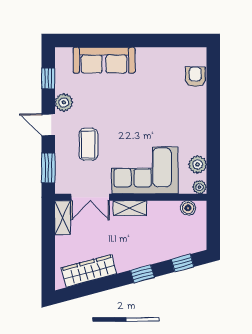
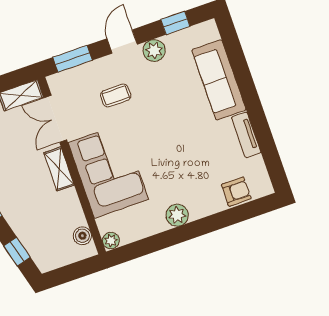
tv unit: (154, 54) -> (246, 135), added
coffee table: (88, 144) -> (116, 95), width x0.73, depth x0.77
plant: (198, 164) -> (177, 215), moved

